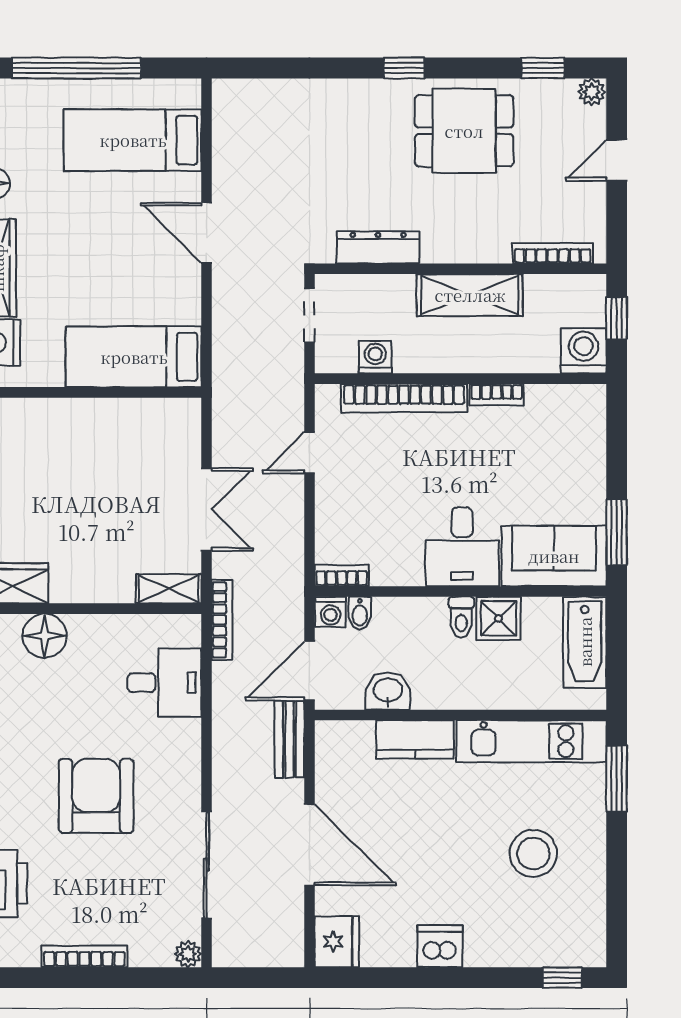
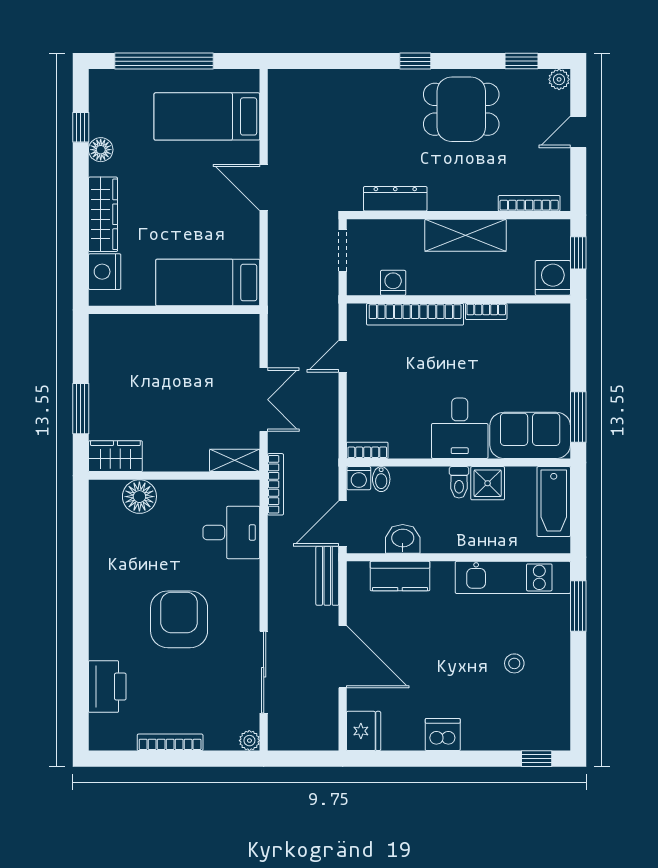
kitchen counter: (415, 740) -> (400, 576), moved
stool: (533, 853) -> (514, 663), width x0.53, depth x0.53

